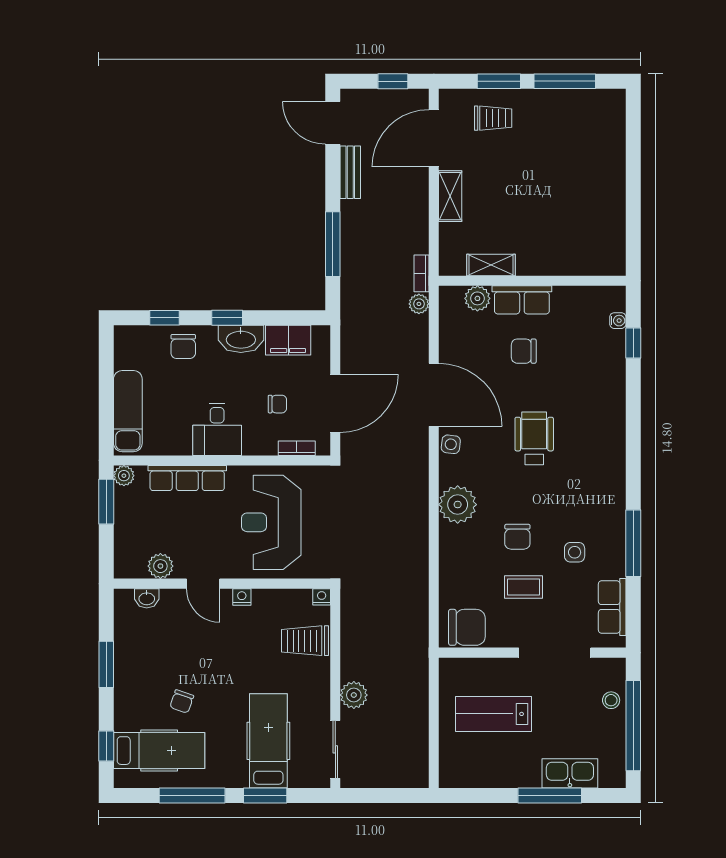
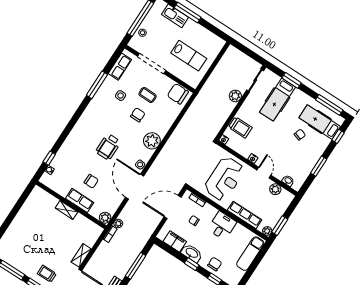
shelving: (491, 265) -> (66, 210), moved
plant: (477, 298) -> (105, 218), moved
window: (192, 795) -> (329, 105), moved

